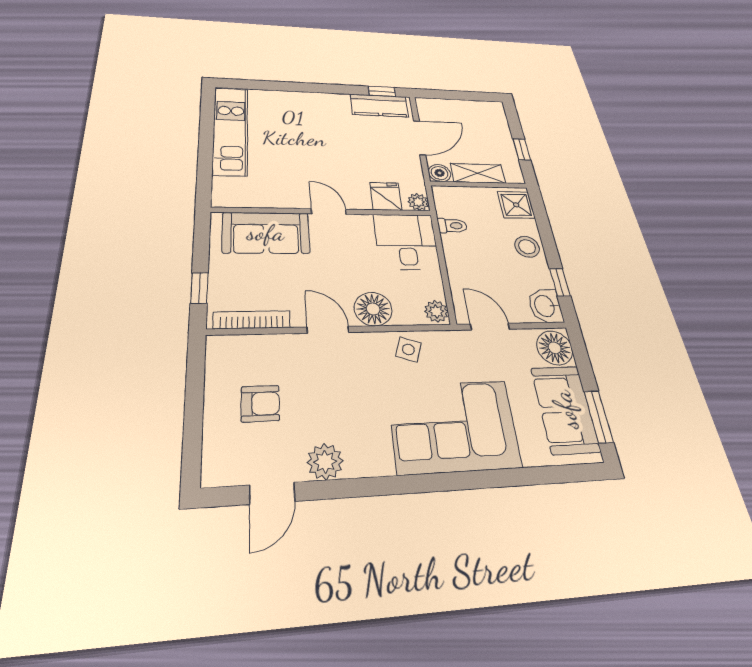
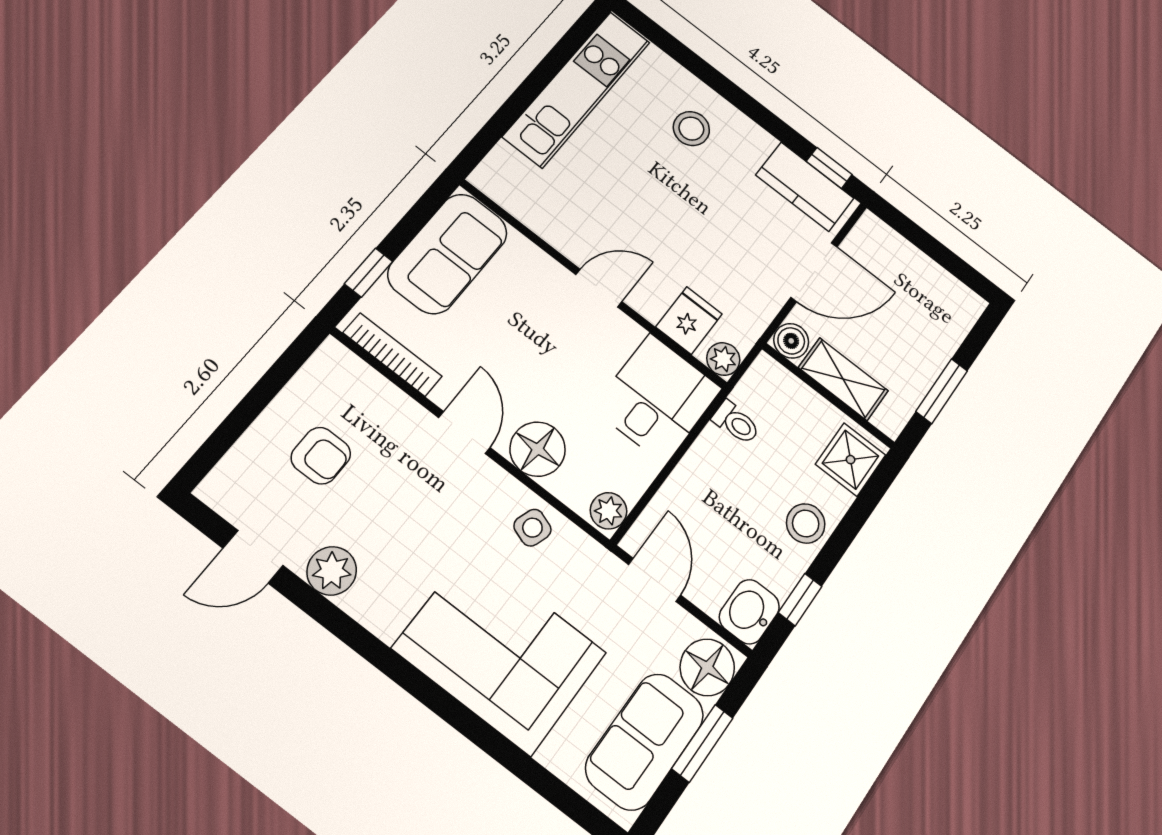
stool: (304, 114) -> (691, 129), added
window: (522, 149) -> (942, 391), width x1.50
door: (329, 211) -> (599, 288), hinge flipped
sofa: (266, 233) -> (448, 253), moved, turned -90
window: (599, 417) -> (702, 743), moved

